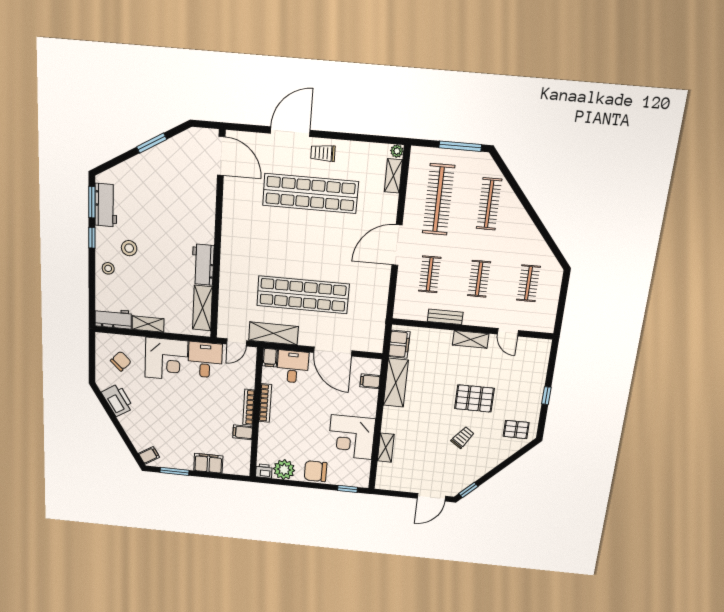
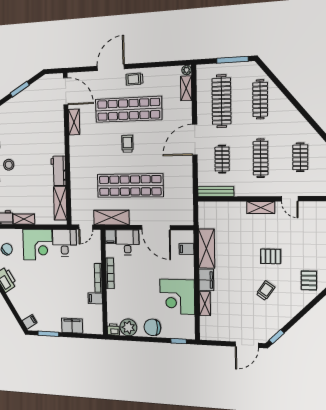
shelving: (231, 201) -> (74, 122), added
trolley: (305, 240) -> (127, 144), added
clothes rail: (479, 279) -> (261, 158), width x1.36
bench: (445, 317) -> (216, 192), moved, width x1.36
filing cabinet: (399, 344) -> (206, 280), moved
pallet: (474, 398) -> (271, 256), width x0.67, depth x0.71
pallet: (516, 429) -> (309, 280), turned 90

